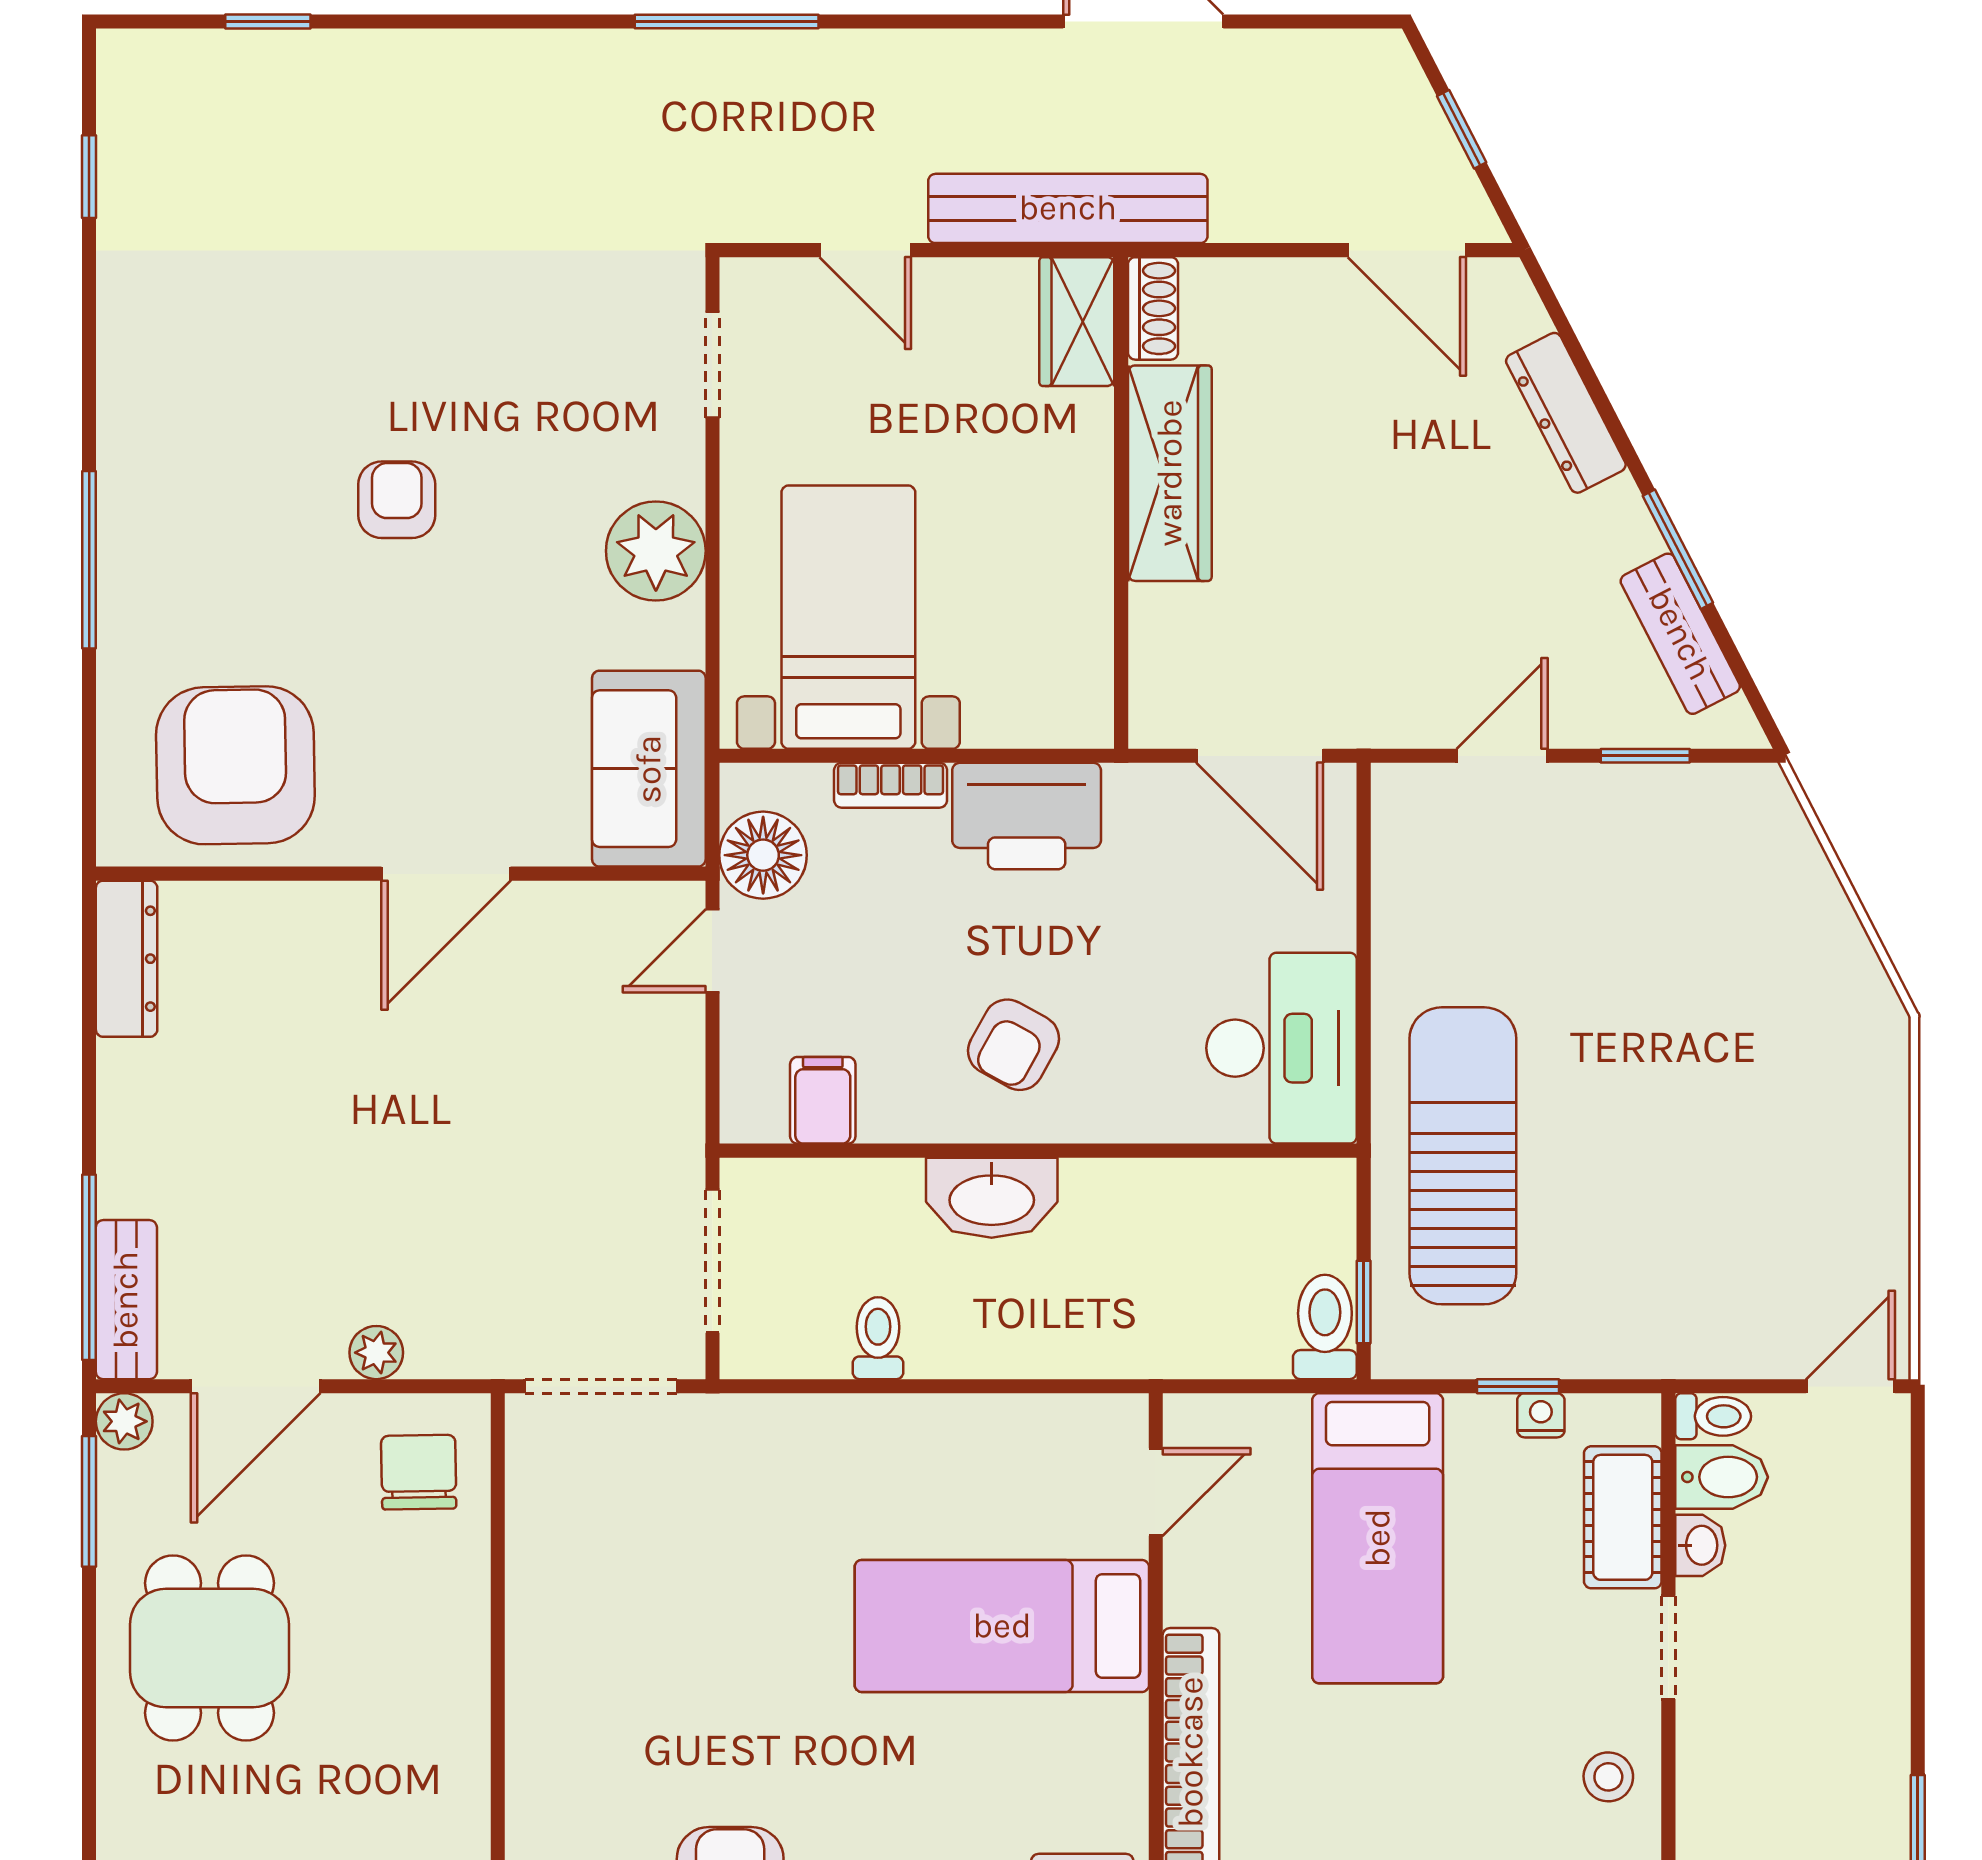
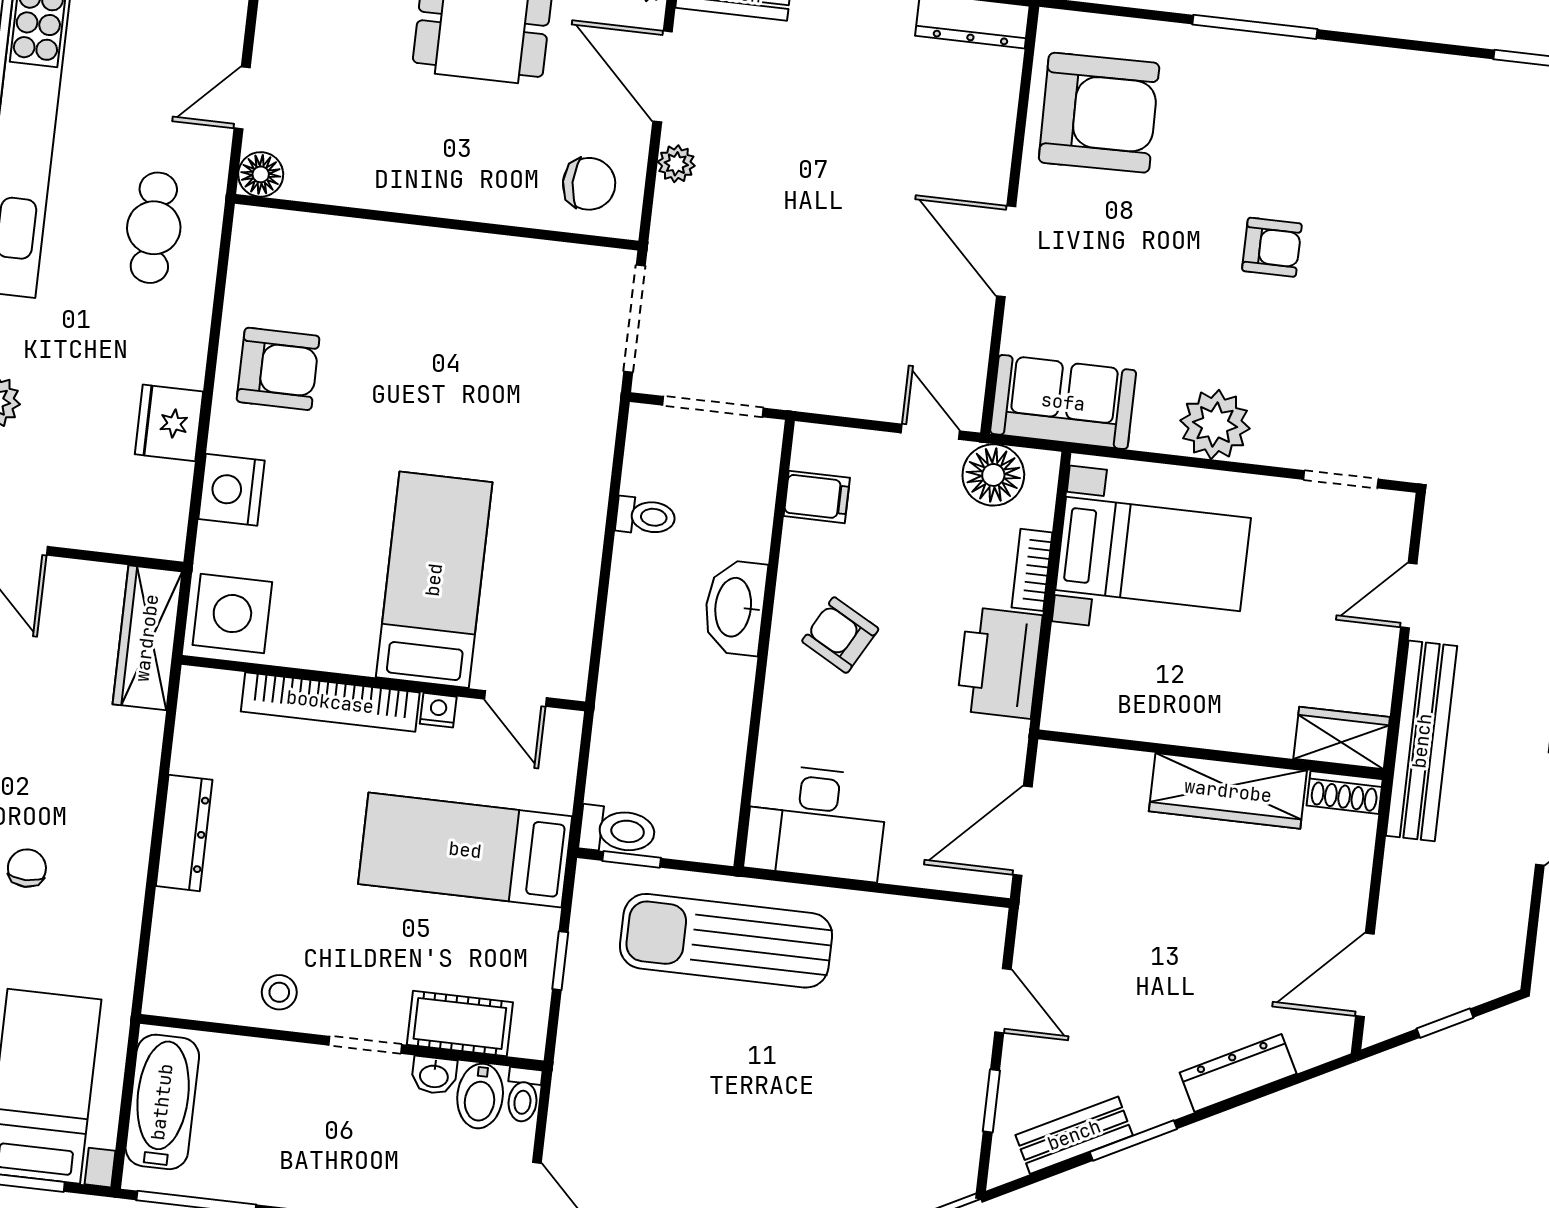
sun lounger: (1463, 1156) -> (726, 941), turned 180
nightstand: (1541, 1415) -> (438, 710), moved, turned -90

